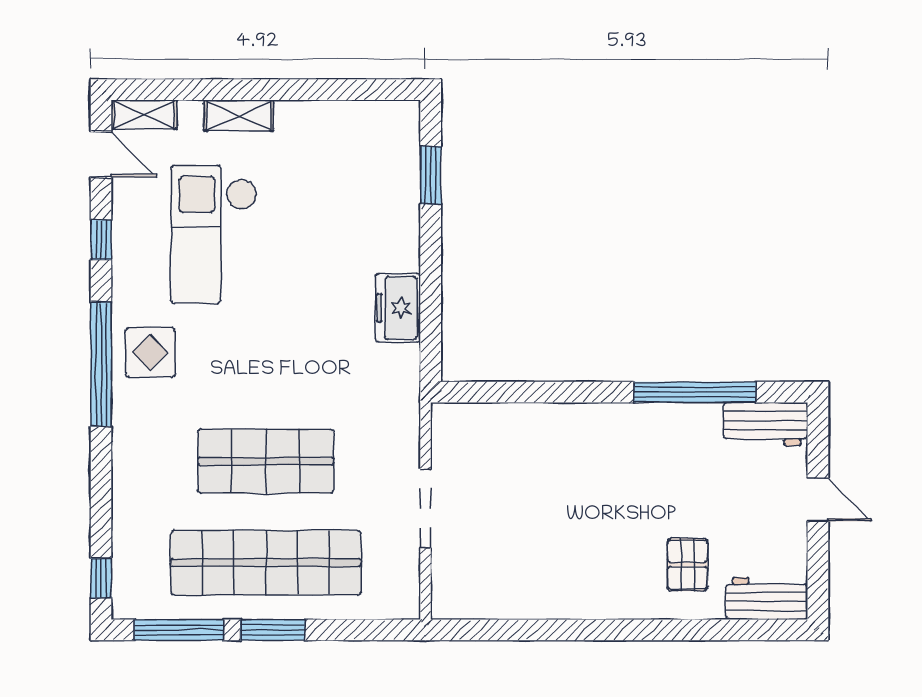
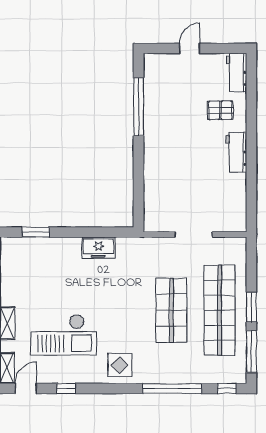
window: (101, 364) -> (172, 388), moved
workbench: (766, 424) -> (236, 152), moved, turned 180

